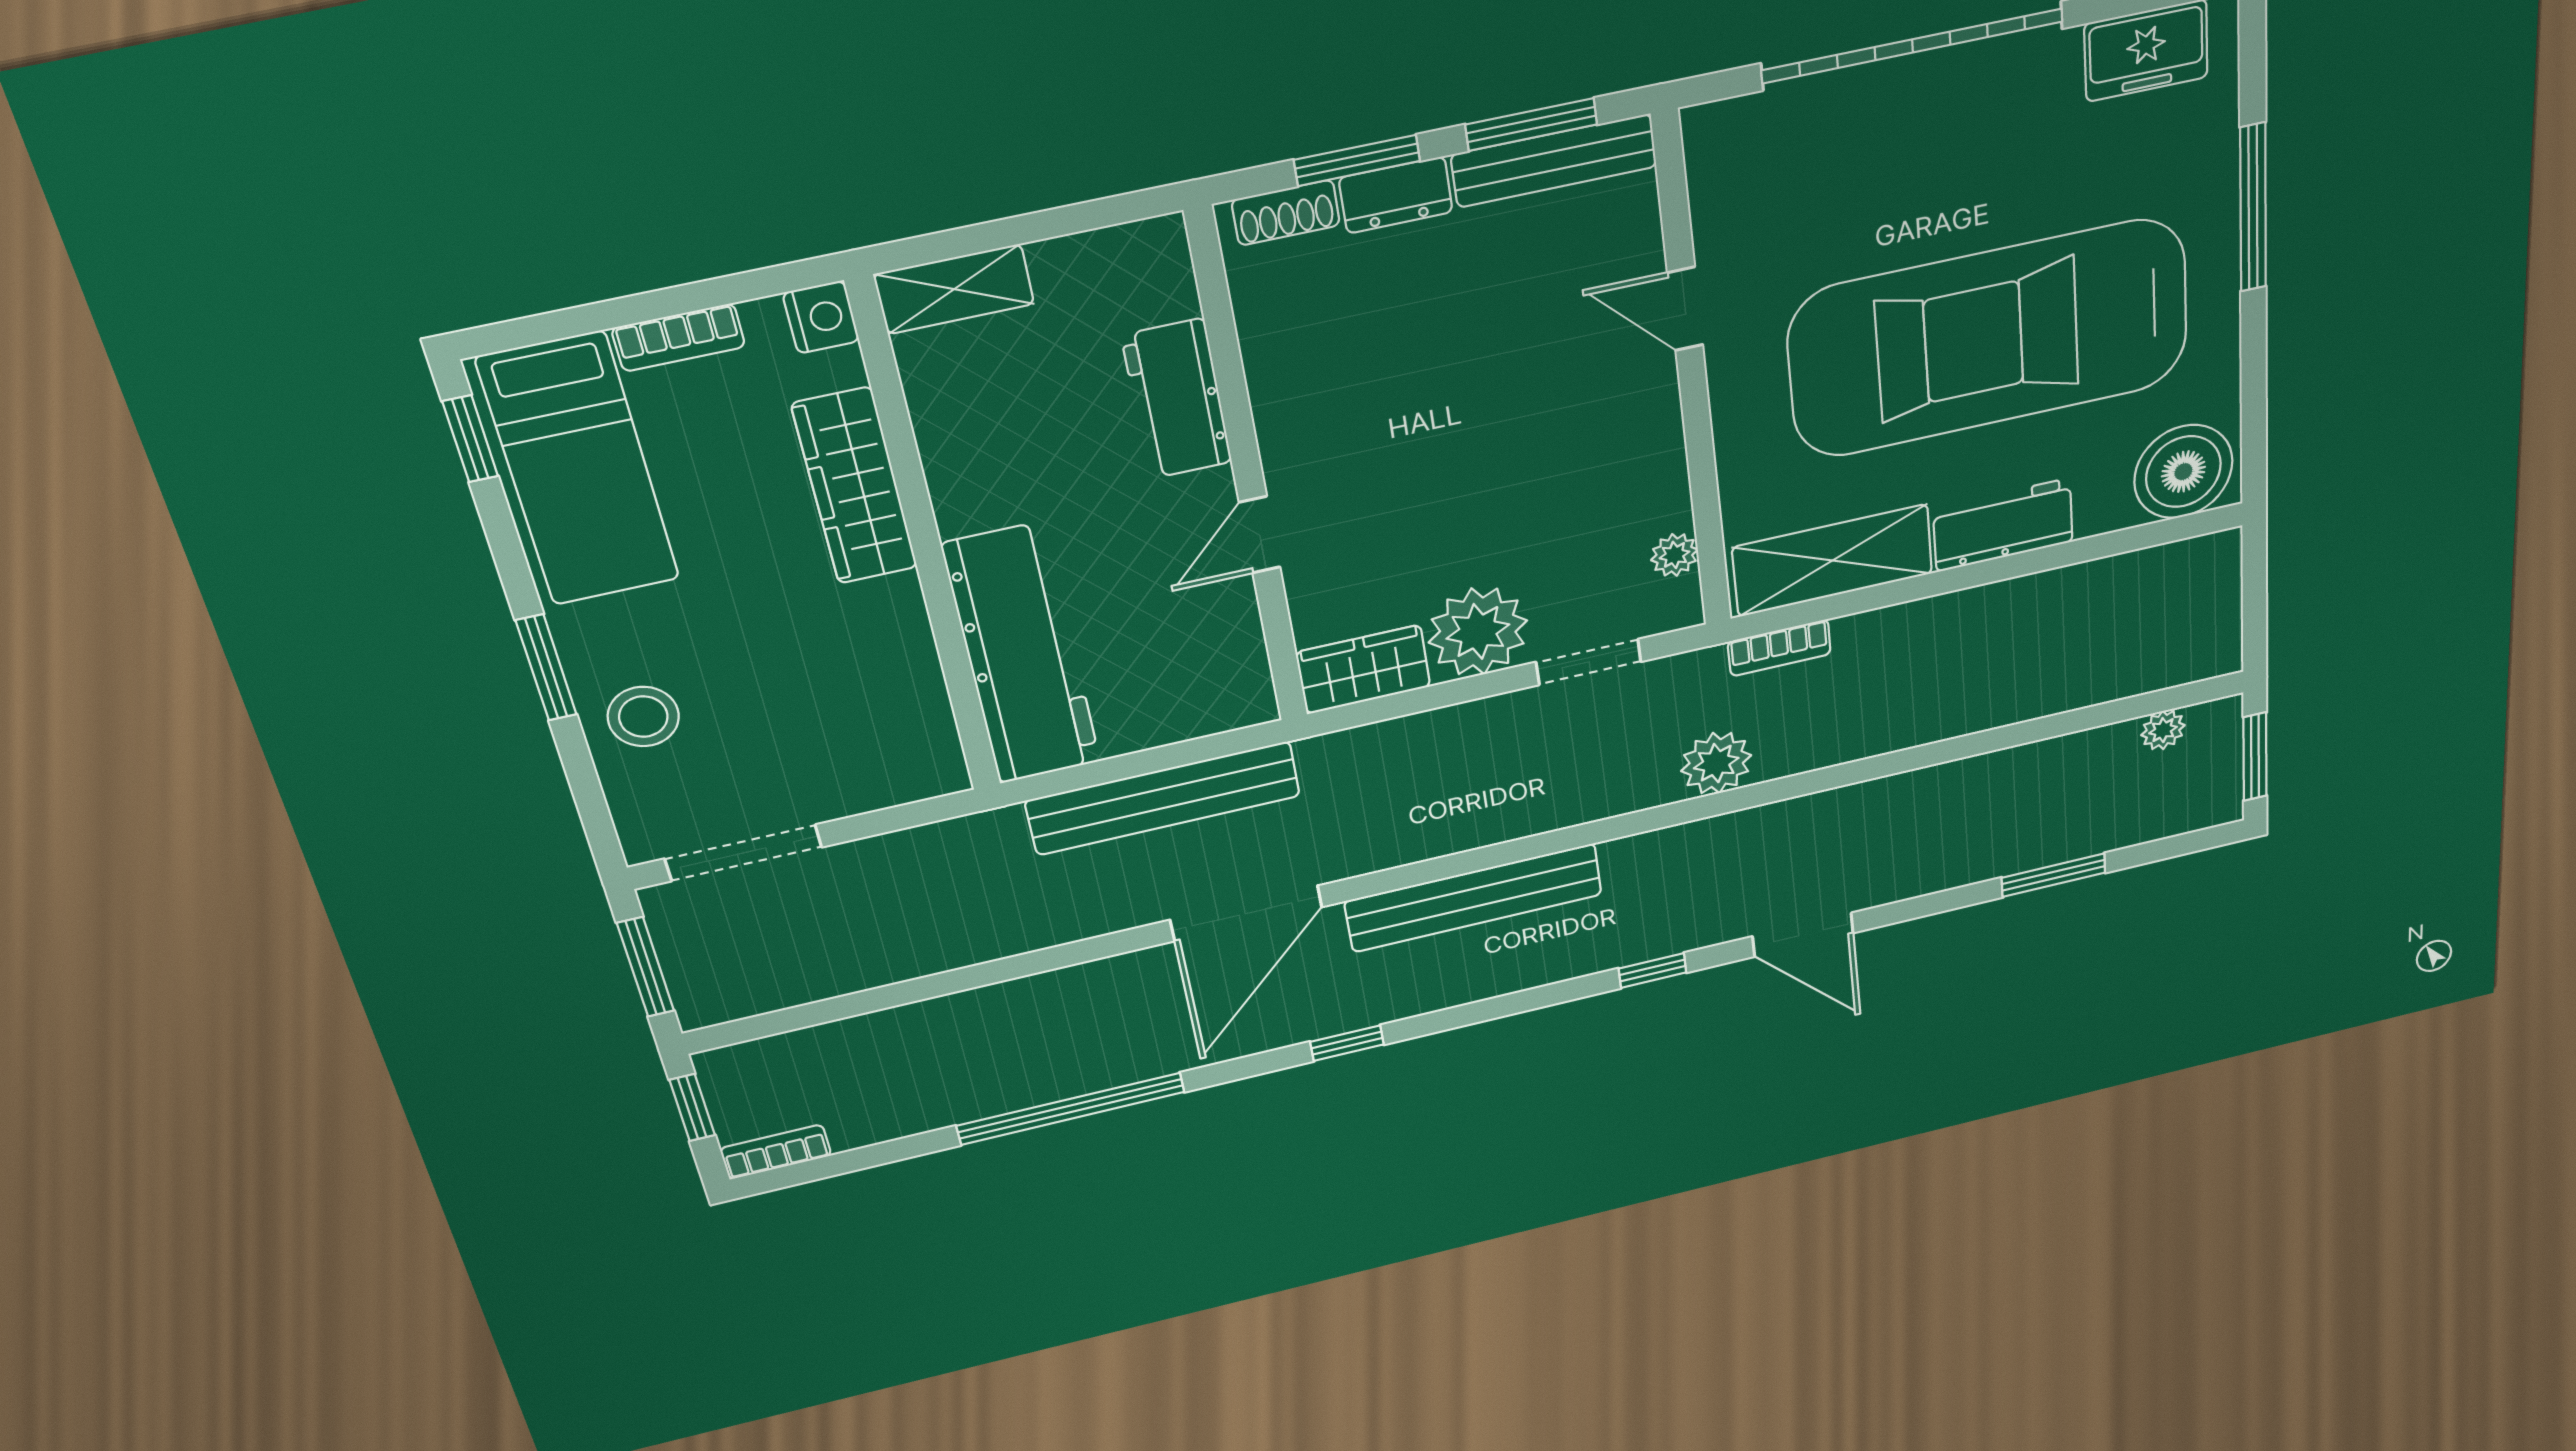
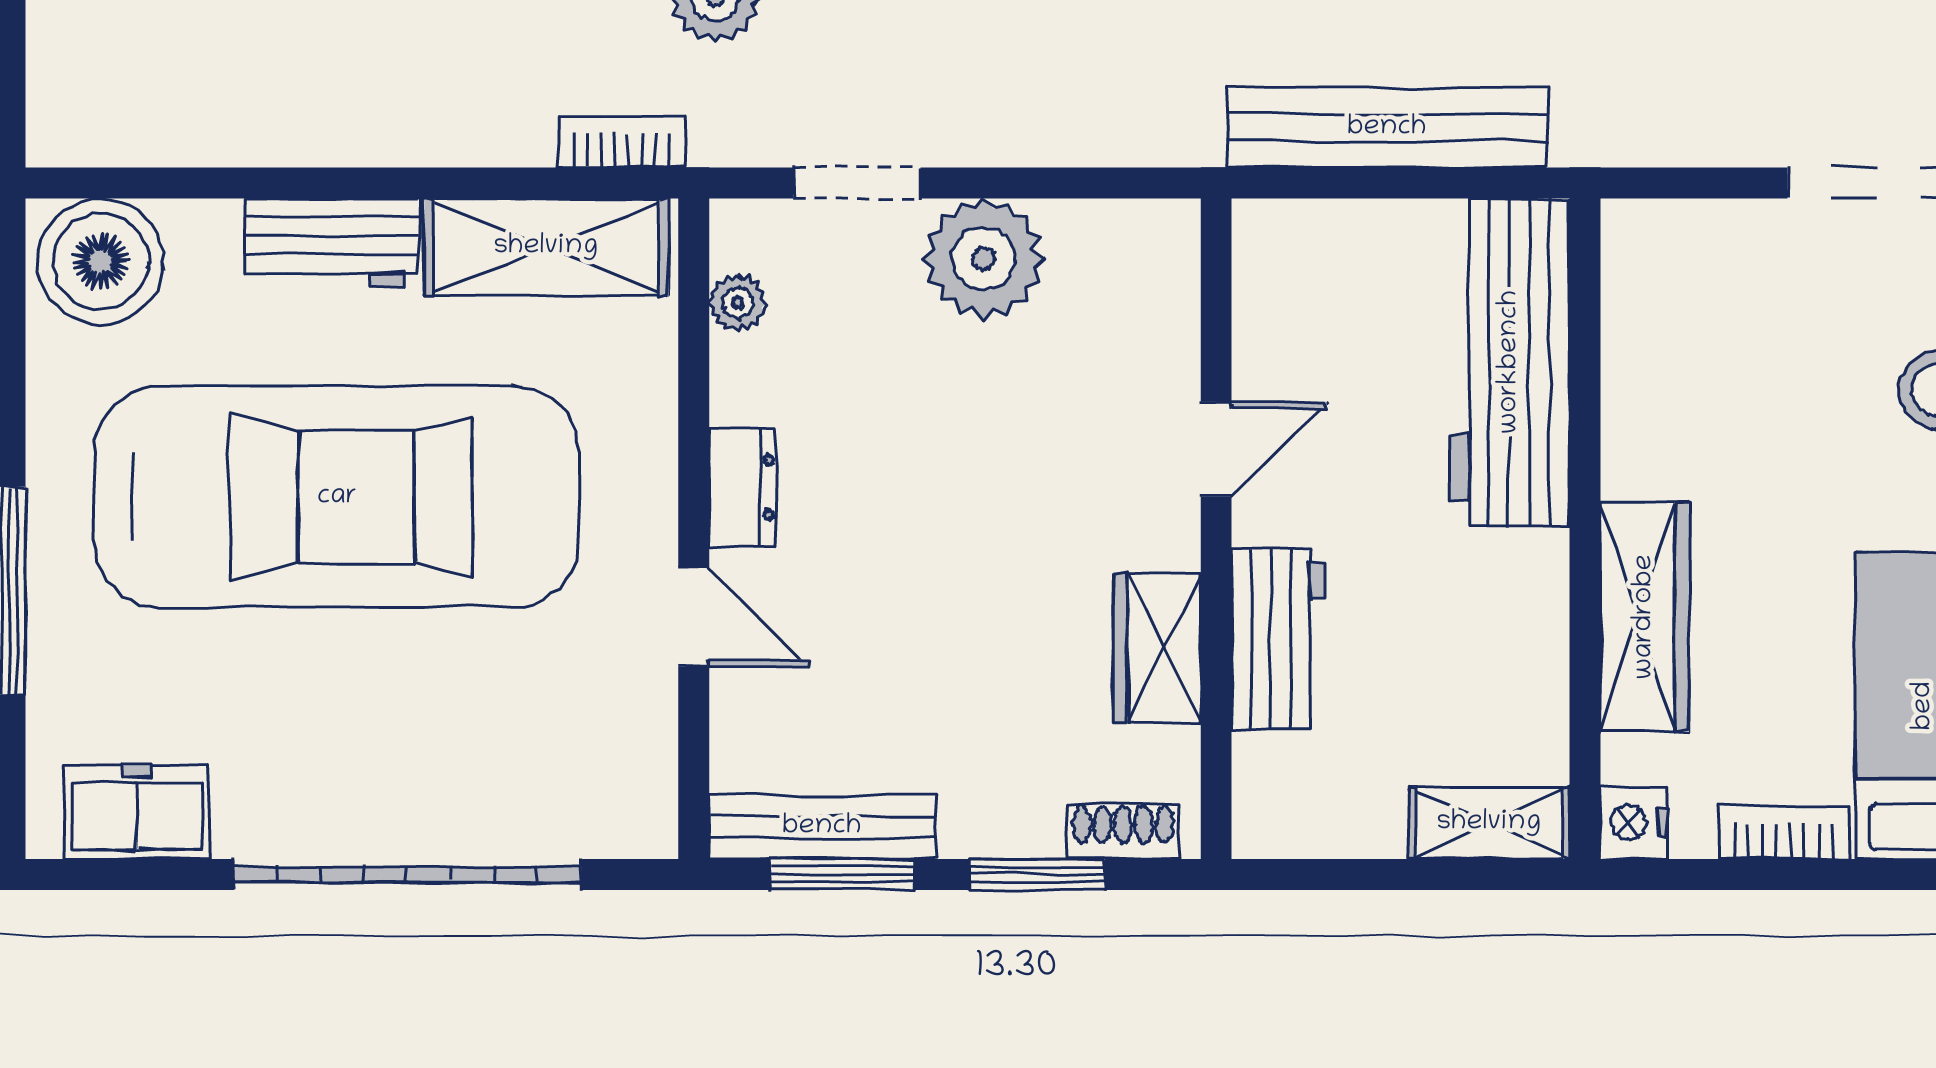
dresser: (1396, 195) -> (742, 487), moved, turned 90
wardrobe: (1363, 670) -> (1157, 648), moved, turned 90

